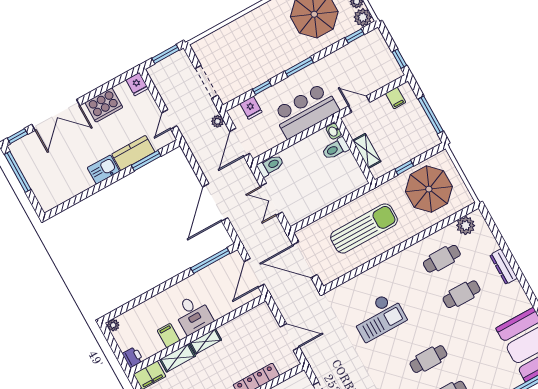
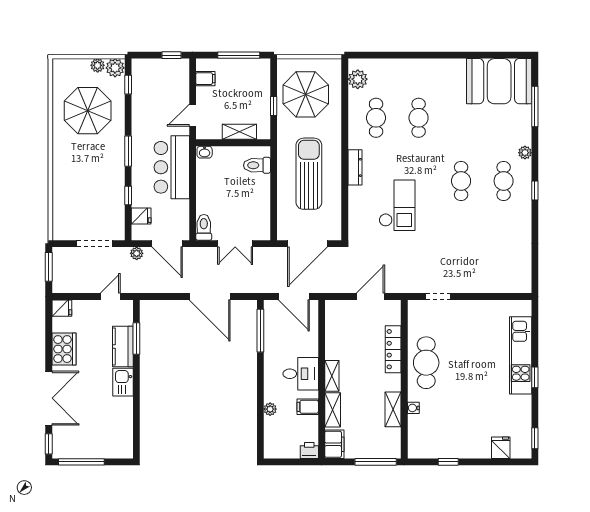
door: (169, 119) -> (110, 297), swing flipped
toilet: (335, 149) -> (257, 165), moved, turned 90
dresser: (504, 267) -> (355, 167), moved, turned -90
plant: (113, 325) -> (270, 409), moved

